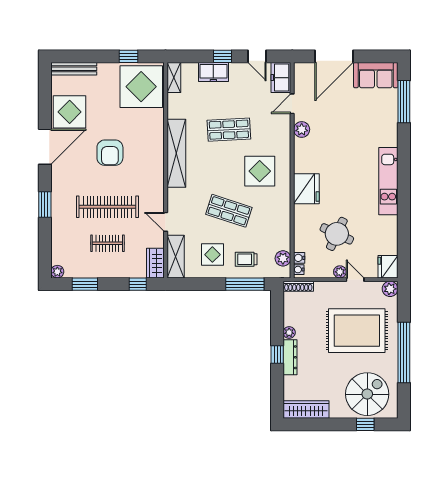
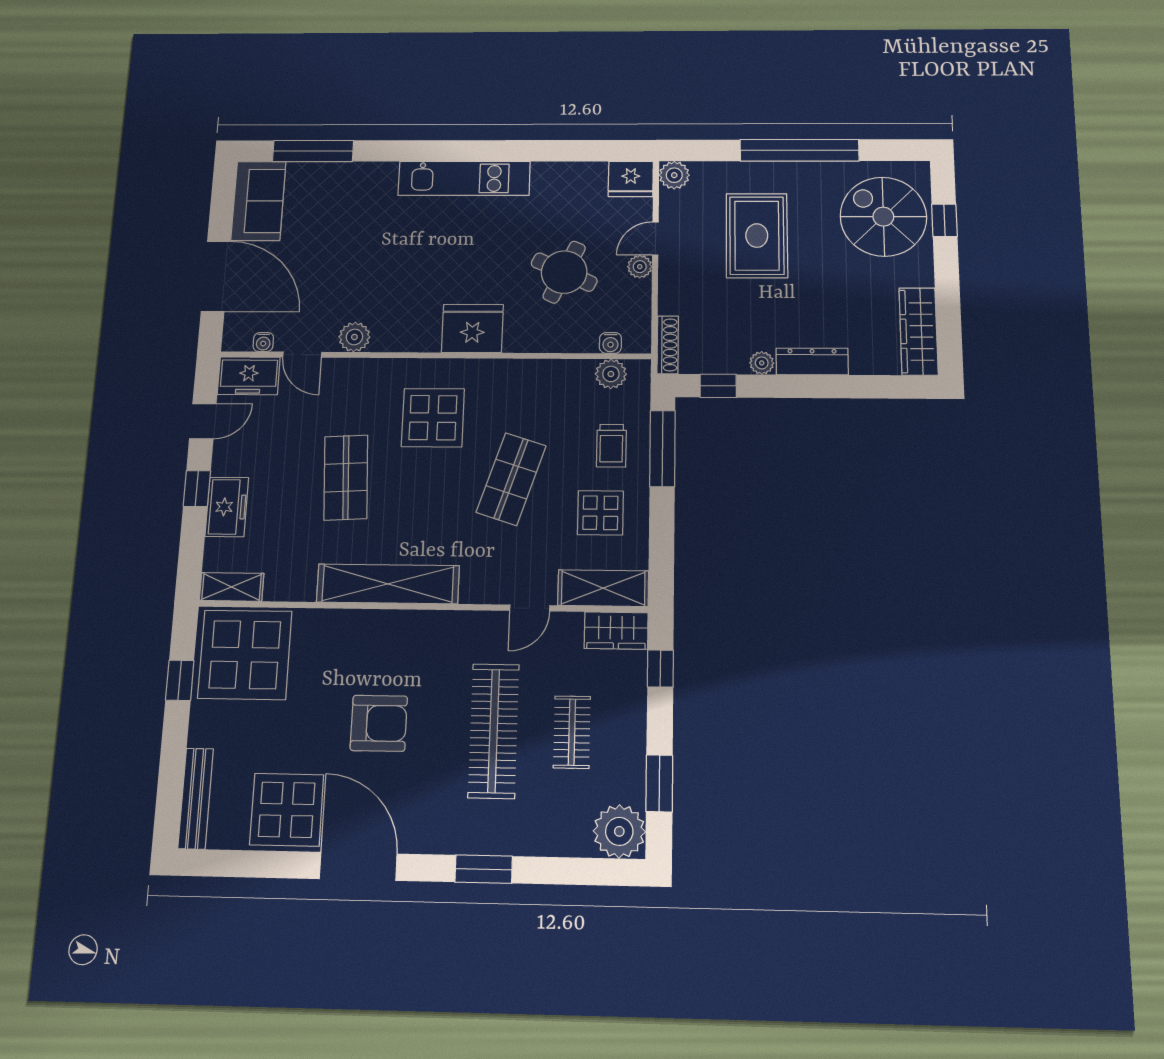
water cooler: (299, 270) -> (263, 342), moved
plant: (57, 272) -> (619, 831), width x1.88, depth x1.88
rug: (357, 331) -> (757, 236), width x0.73, depth x0.69
window: (277, 354) -> (718, 386), moved

